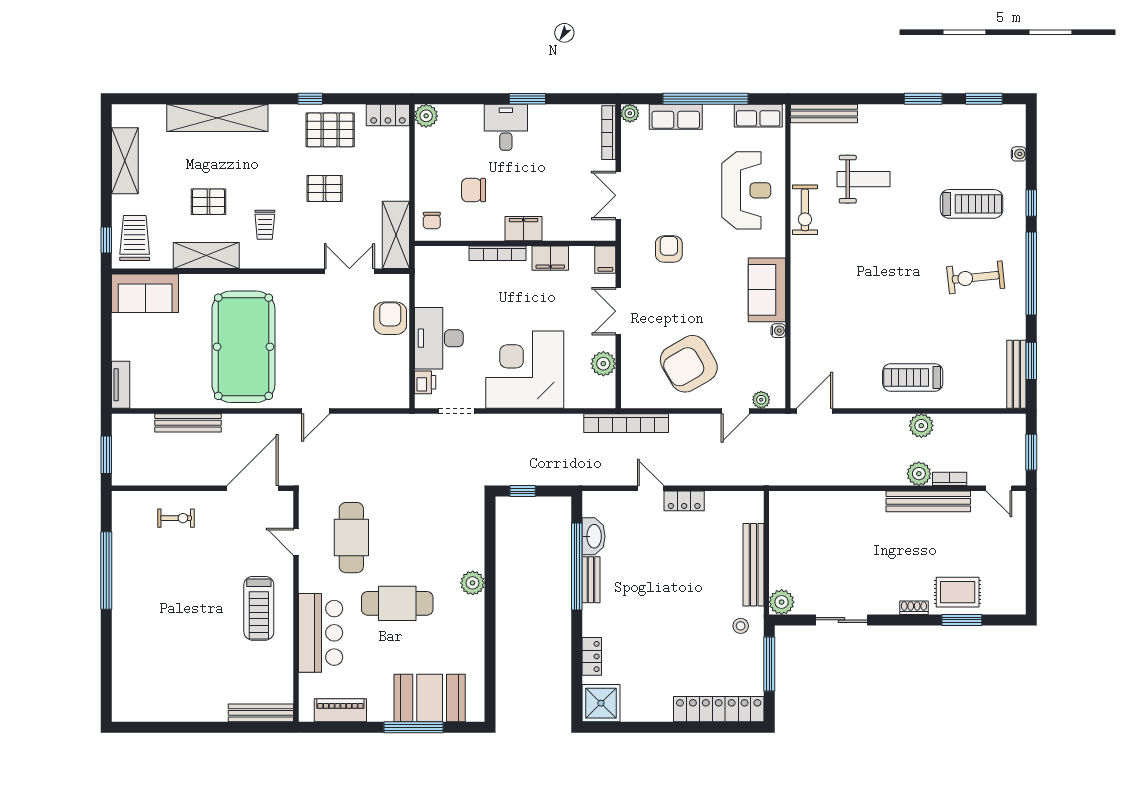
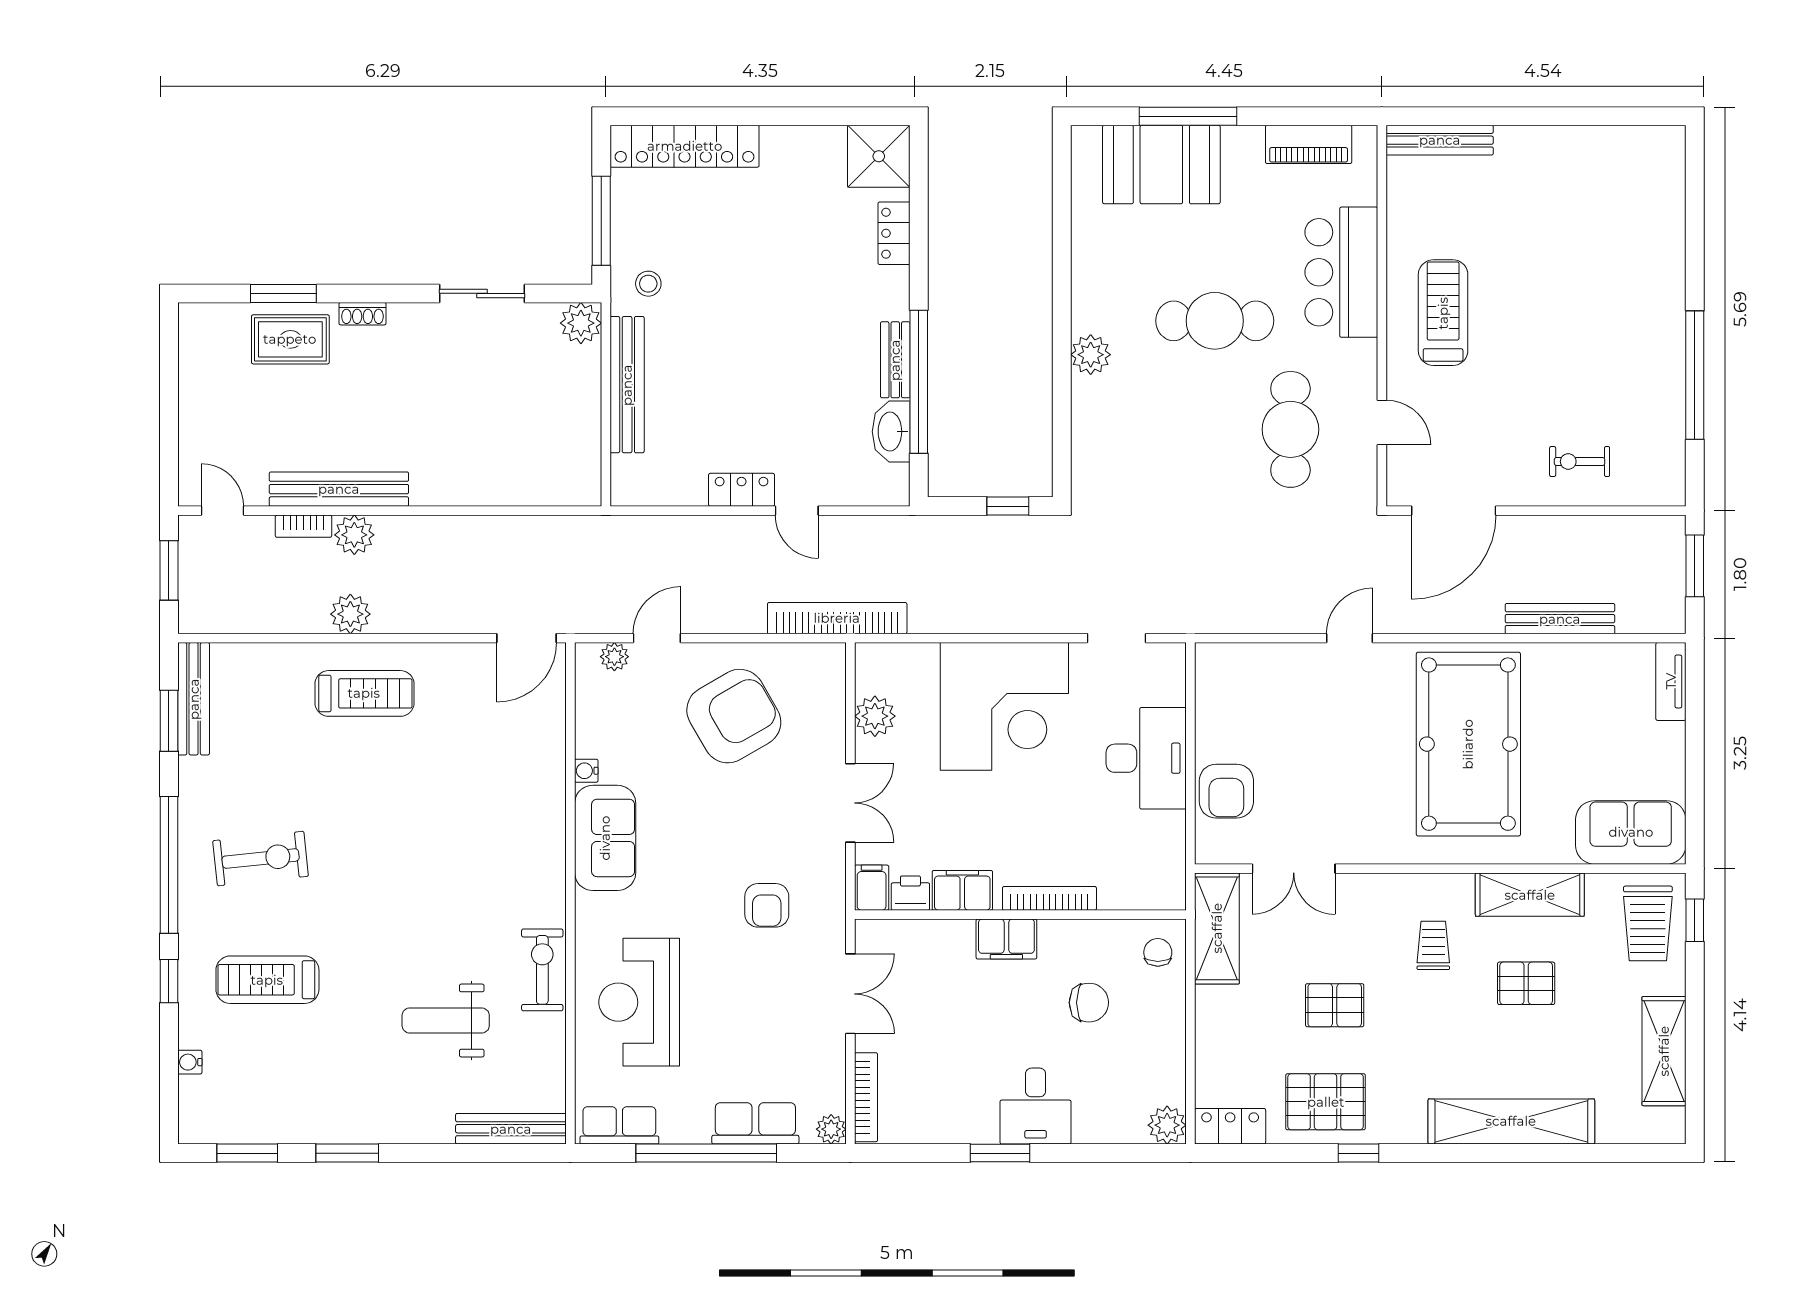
printer: (425, 382) -> (910, 893), moved, turned 90

